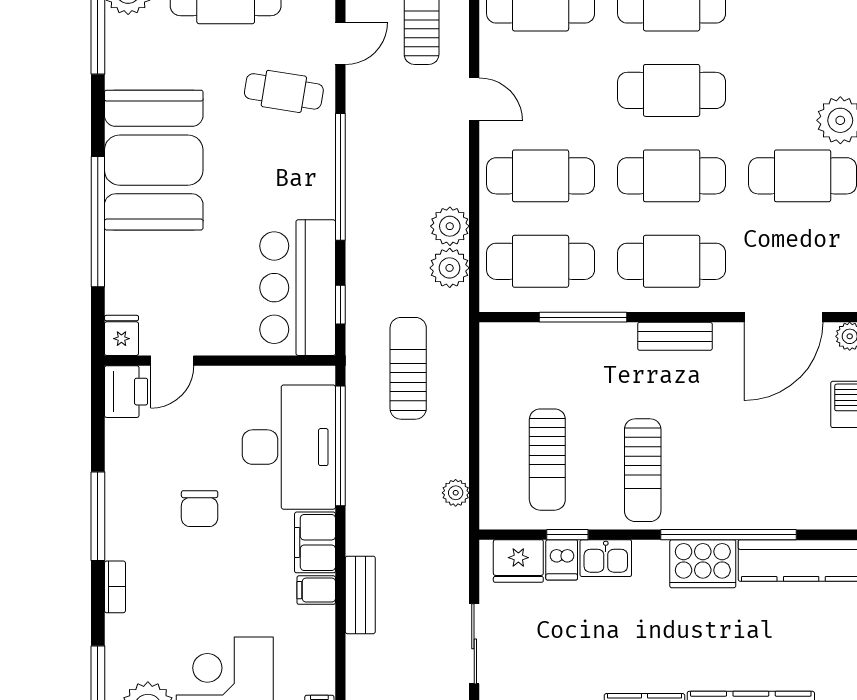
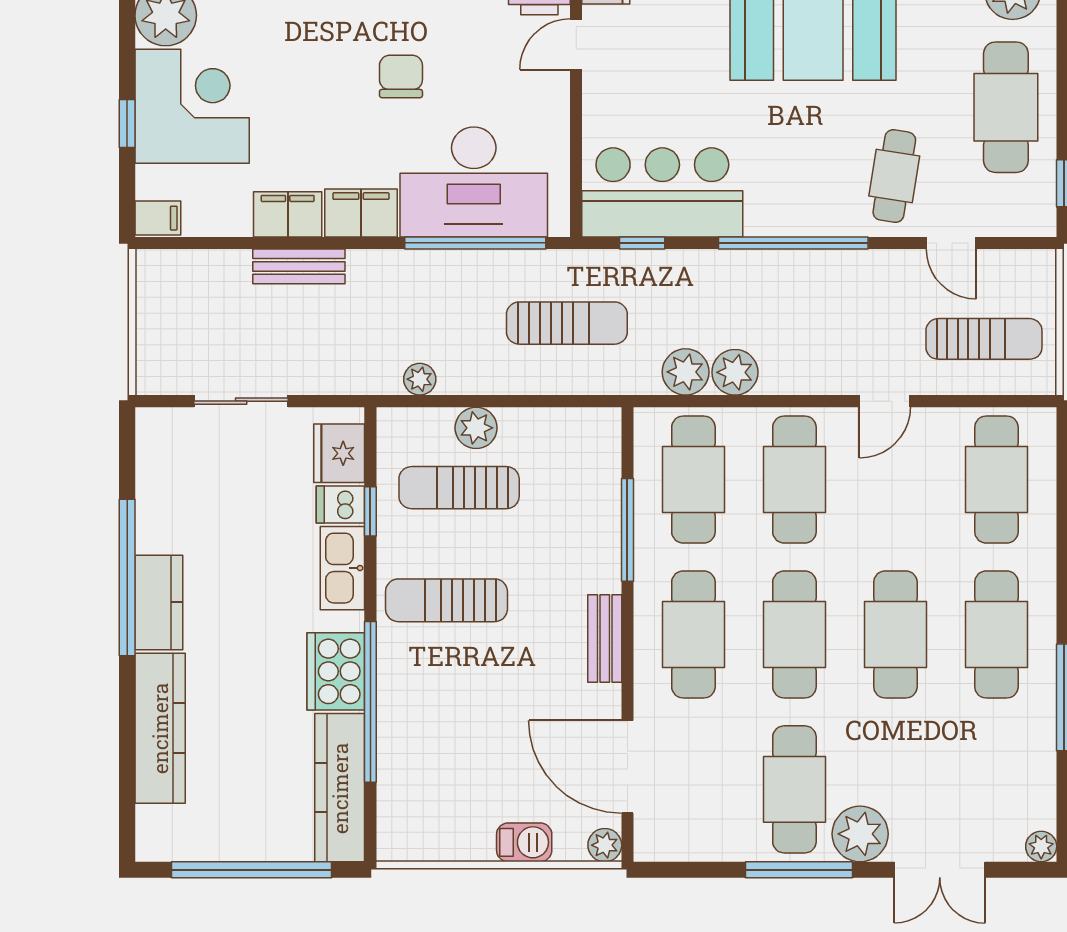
door: (172, 361) -> (576, 44), hinge flipped
plant: (497, 445) -> (476, 428), added
chair: (200, 509) -> (401, 76), turned 90
kitchen sink: (606, 558) -> (342, 568), width x1.38
filing cabinet: (316, 590) -> (288, 214), width x2.00

